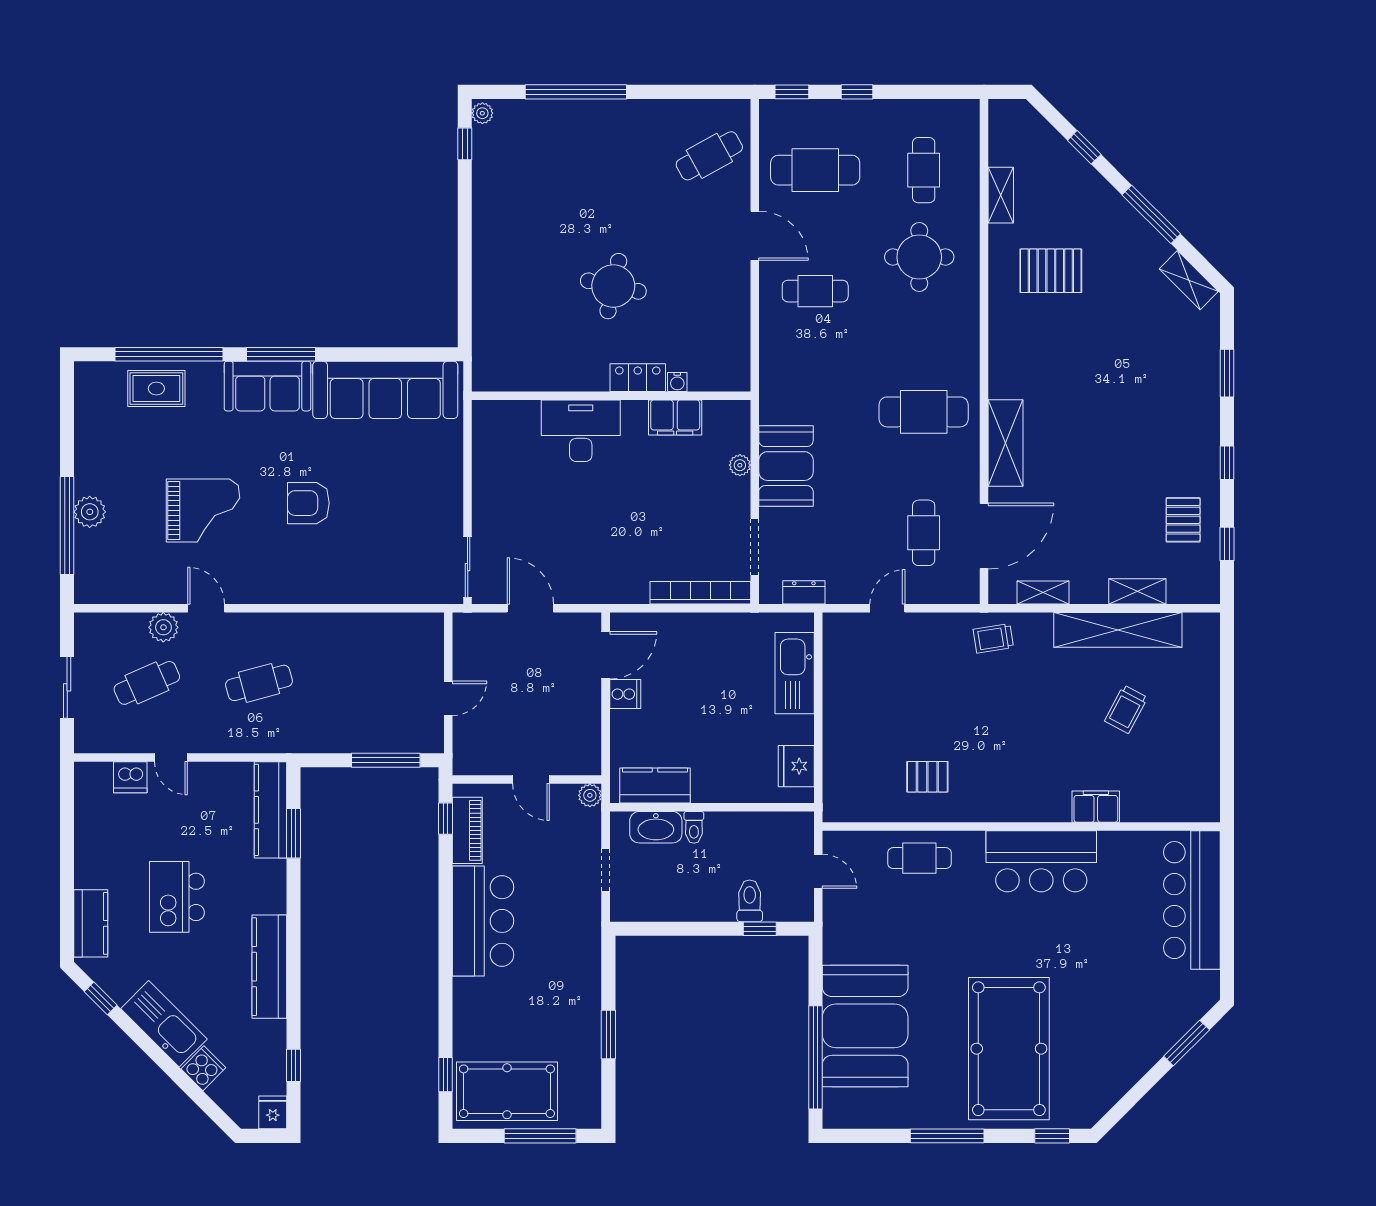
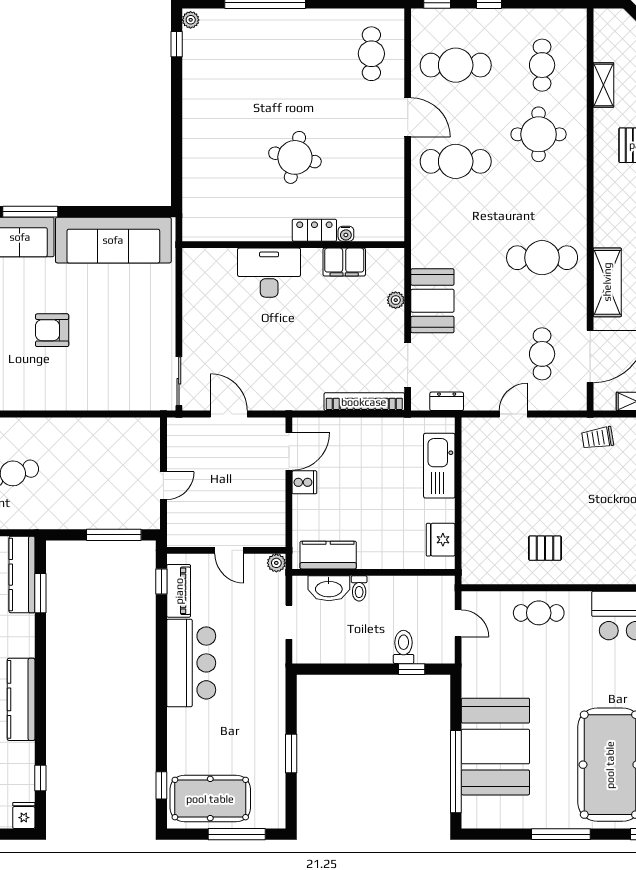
cafe table: (709, 156) -> (371, 54), turned -61
cafe table: (815, 291) -> (456, 161), width x1.37, depth x1.35

